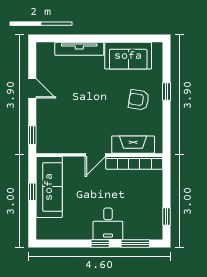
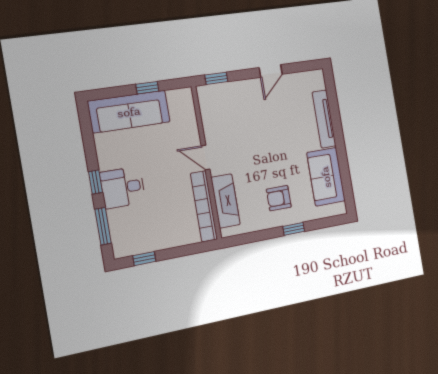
armchair: (139, 100) -> (279, 198), turned -99
sofa: (49, 187) -> (129, 112), moved

